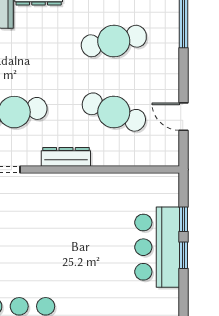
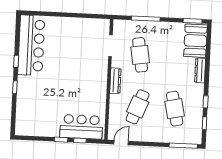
door: (184, 117) -> (121, 143), moved
bar counter: (157, 247) -> (81, 127), moved

